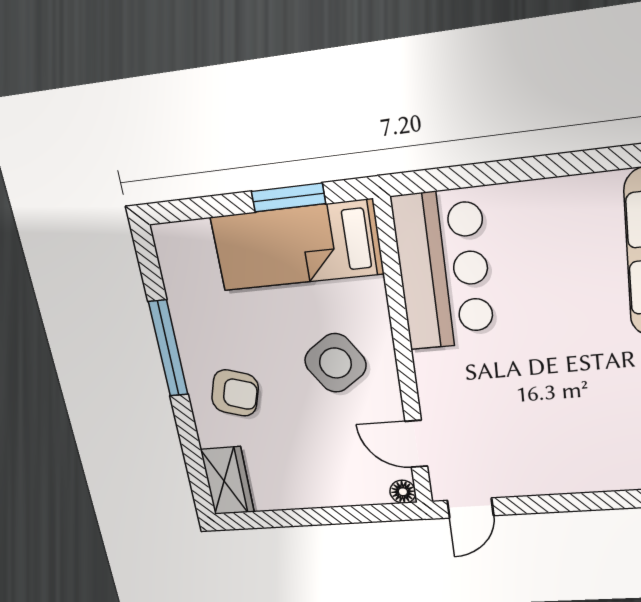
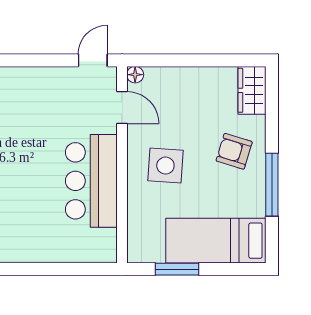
bed: (297, 245) -> (216, 241), moved, turned 180
bar counter: (443, 270) -> (91, 181), moved
side table: (335, 363) -> (165, 166), turned 38

